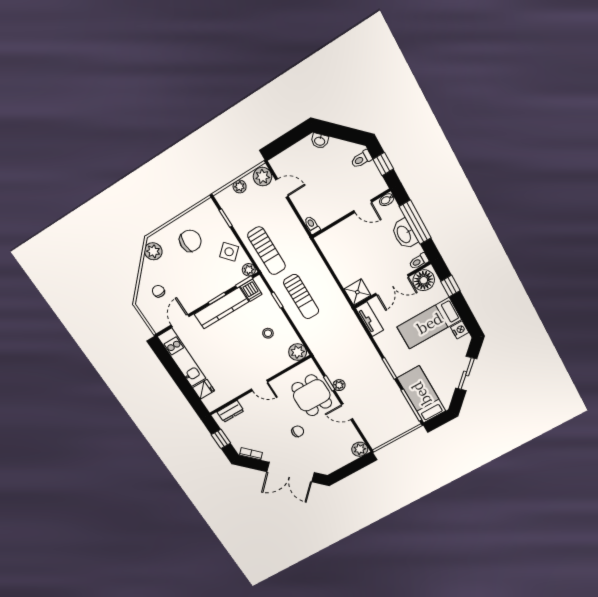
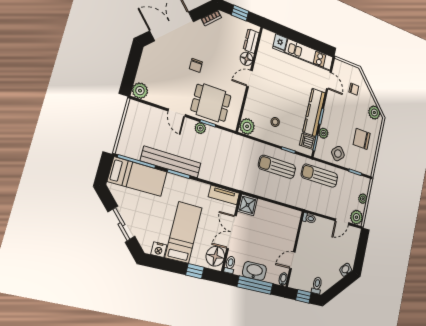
chair: (190, 241) -> (362, 139), turned 90
plant: (249, 270) -> (323, 133), moved
bench: (387, 382) -> (171, 162), added
floor lamp: (248, 402) -> (246, 59), added
door: (347, 412) -> (177, 113), swing flipped

